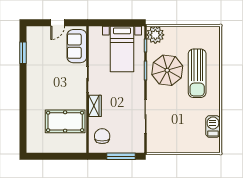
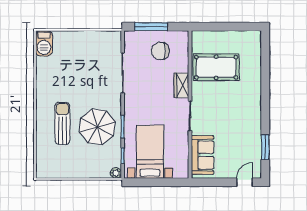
door: (58, 23) -> (244, 182), moved
plant: (155, 35) -> (116, 173), width x0.53, depth x0.53
sun lounger: (197, 73) -> (62, 123), width x0.73, depth x0.75
barbecue: (213, 127) -> (44, 43), moved
chair: (102, 136) -> (160, 51), moved, turned 90

